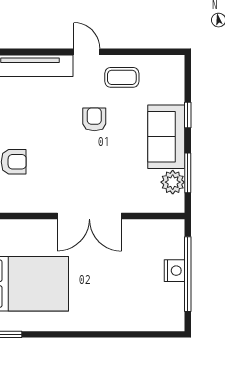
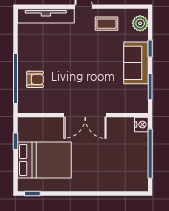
armchair: (94, 119) -> (88, 51), removed
plant: (173, 182) -> (140, 23), moved
nightstand: (175, 271) -> (141, 124), moved

